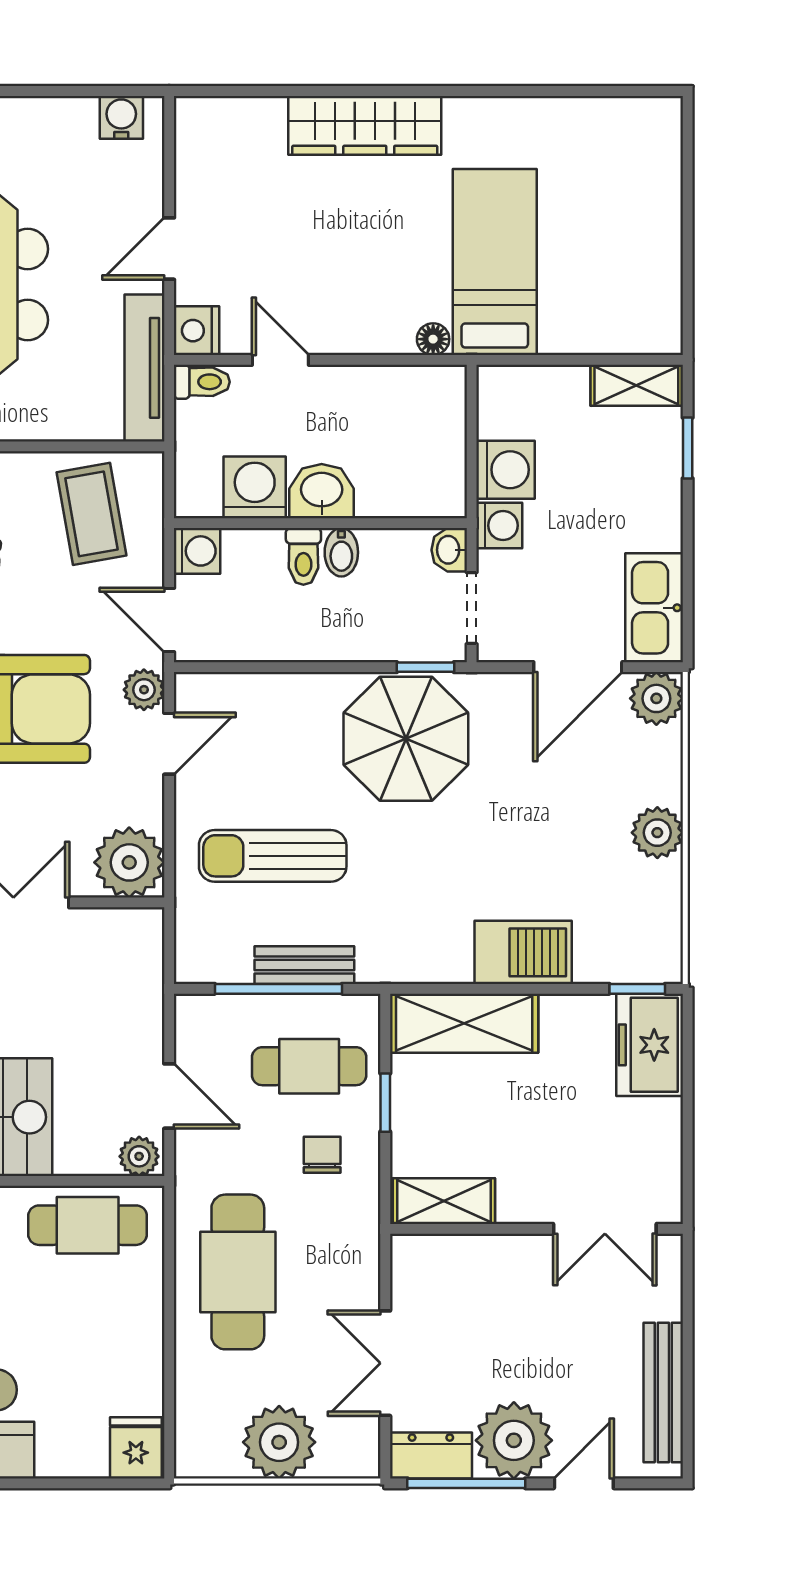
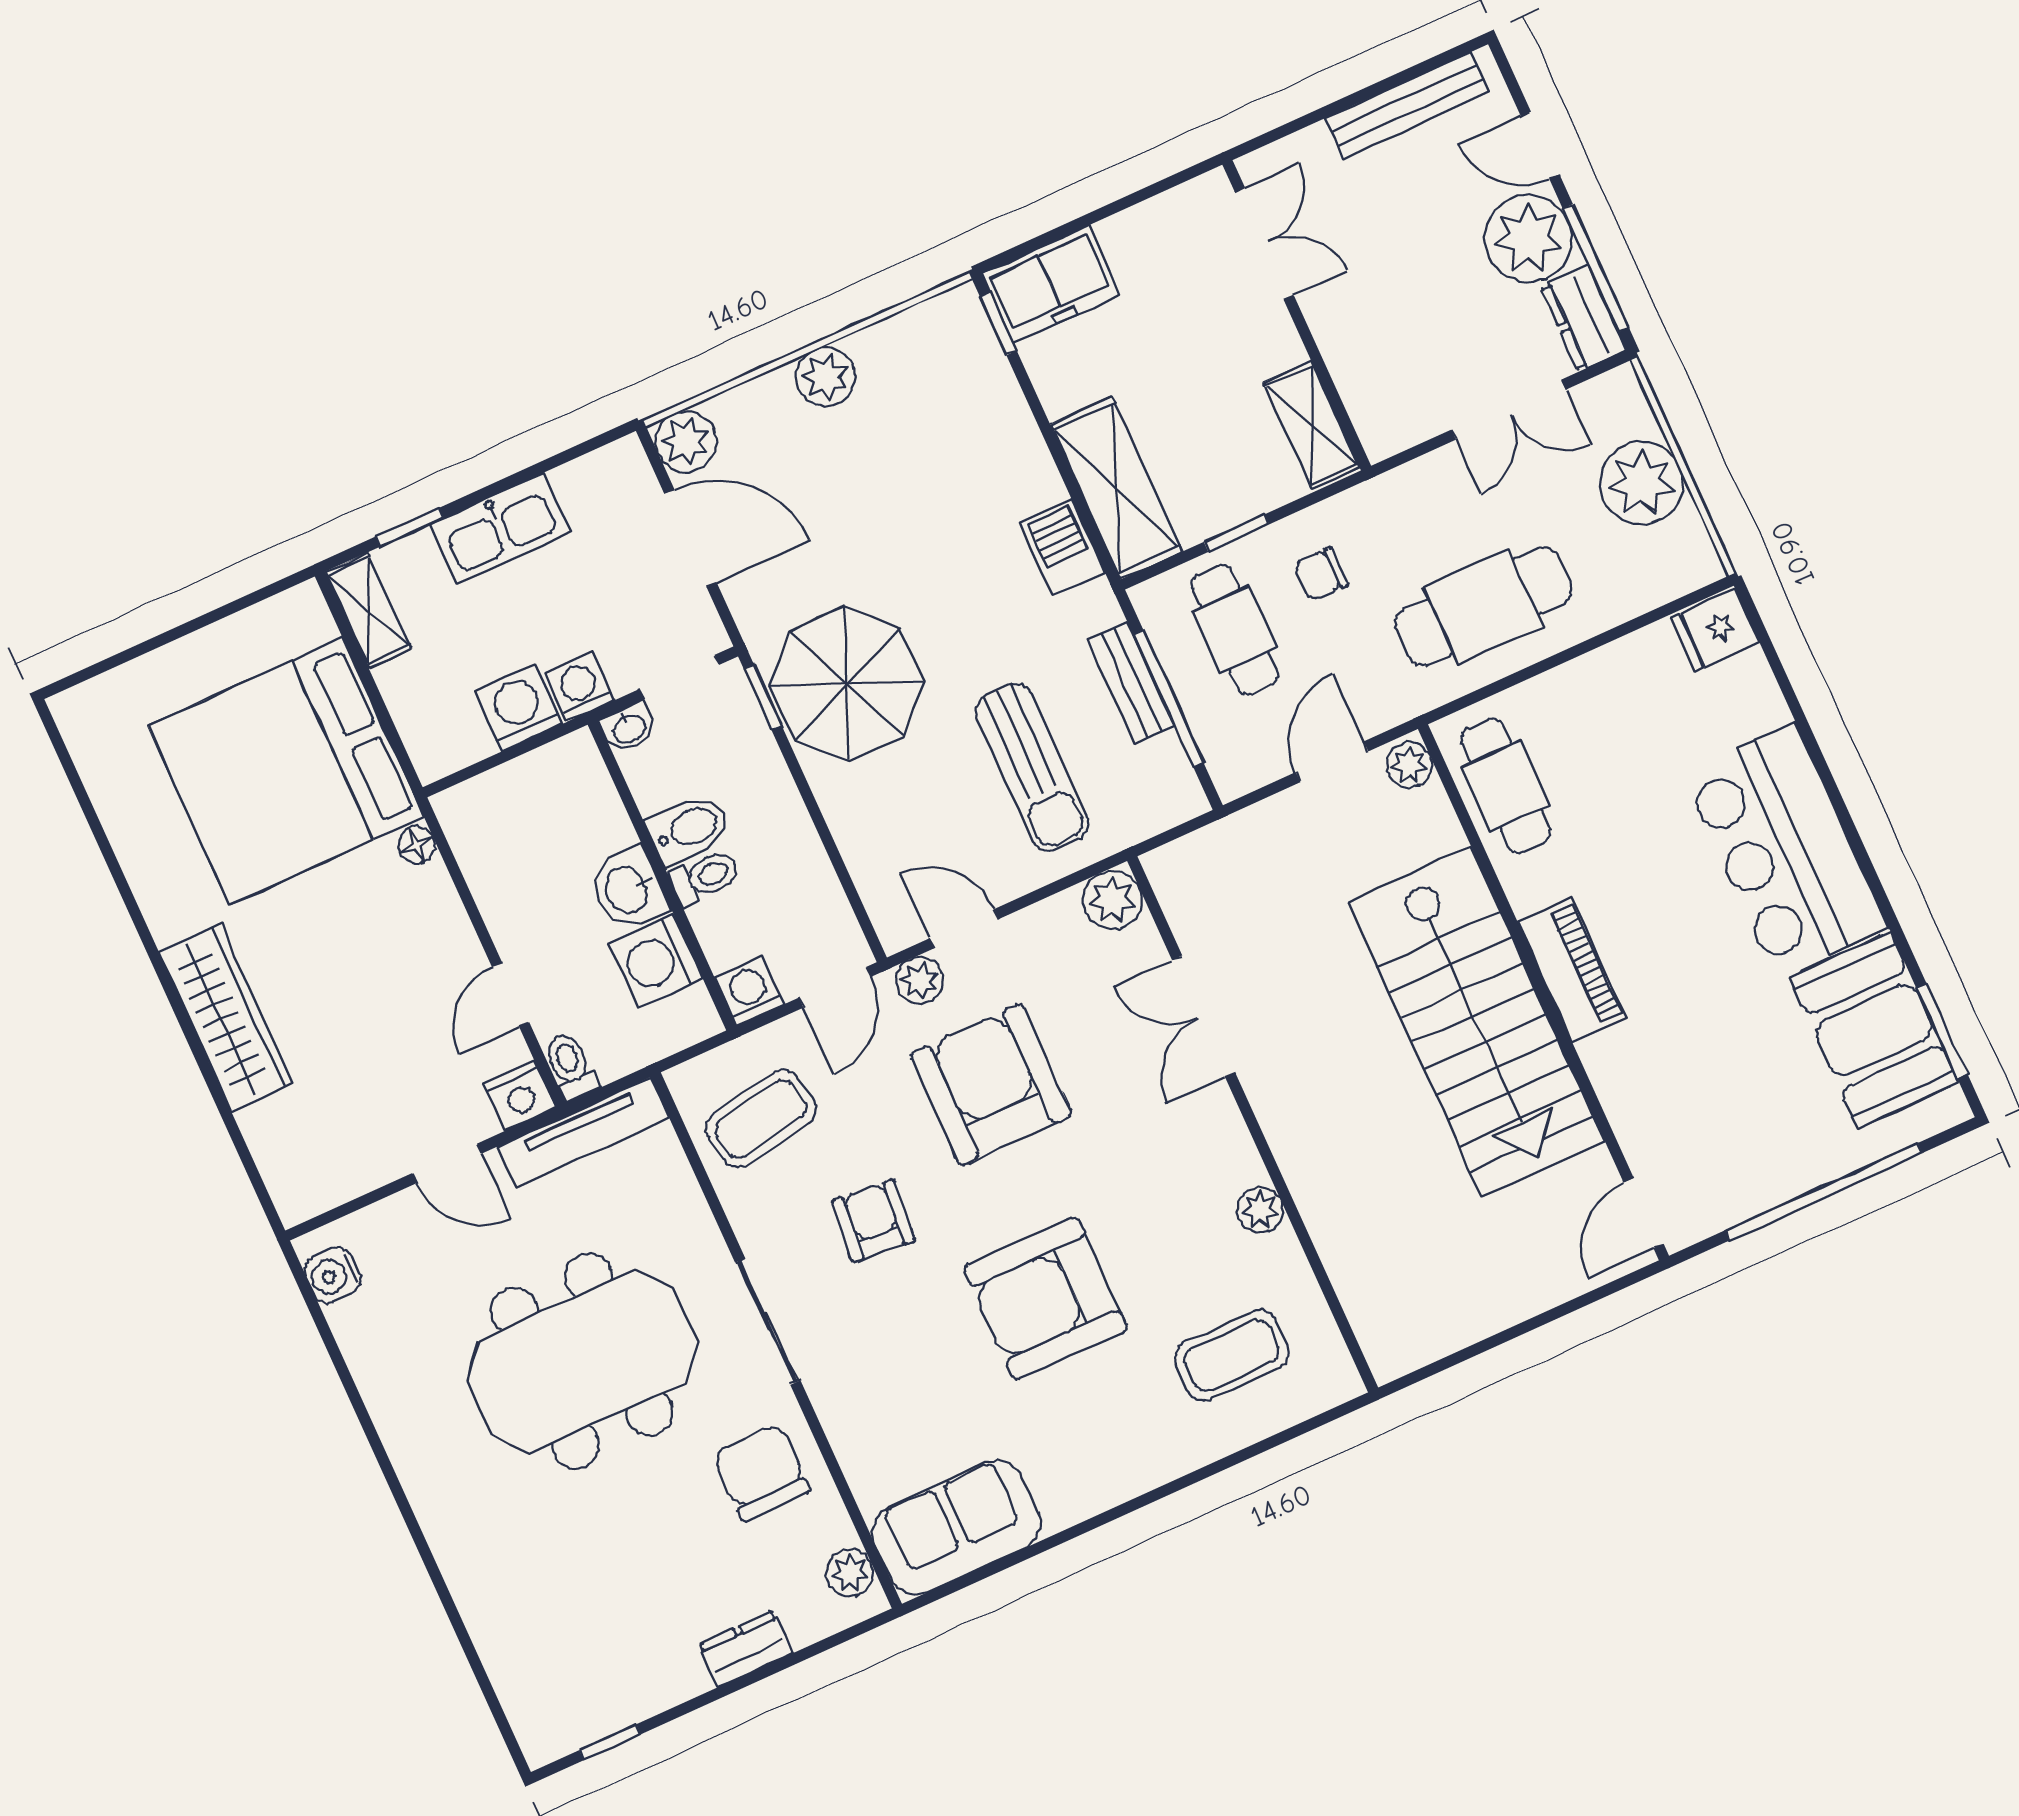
bed: (495, 262) -> (286, 771), width x2.04
bidet: (341, 552) -> (689, 829), width x1.38, depth x1.36
kitchen sink: (654, 608) -> (500, 528), moved
plant: (129, 862) -> (1112, 900), width x0.73, depth x0.73
barbecue: (523, 952) -> (1062, 548), moved, width x0.73, depth x0.79

